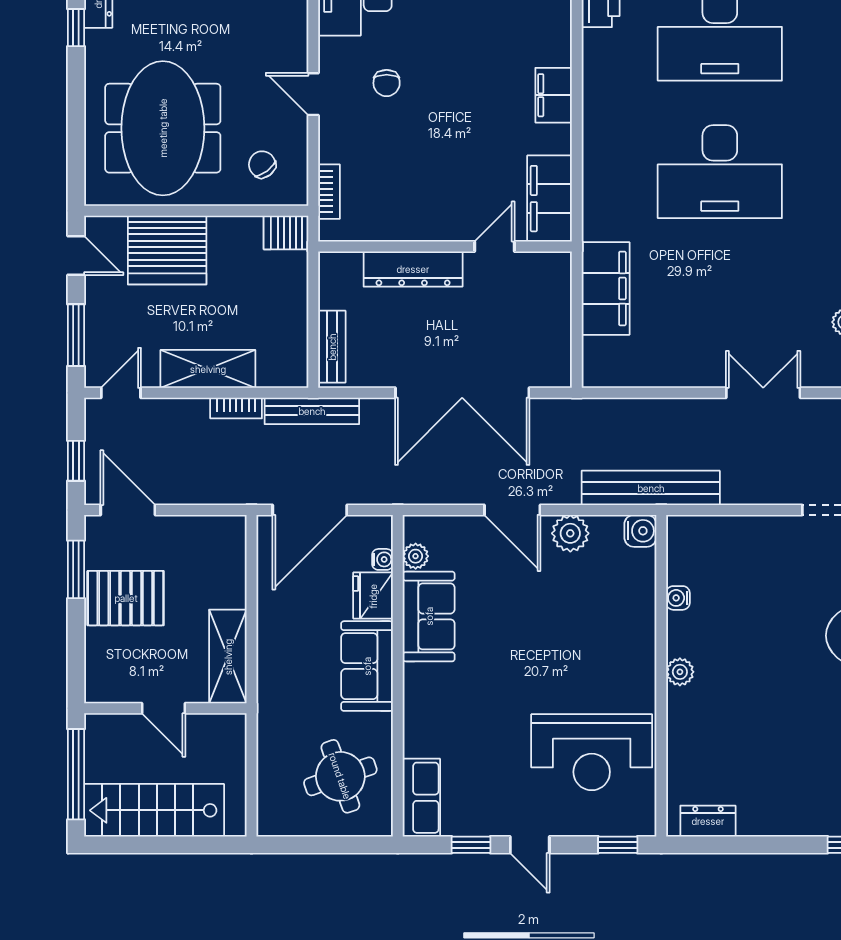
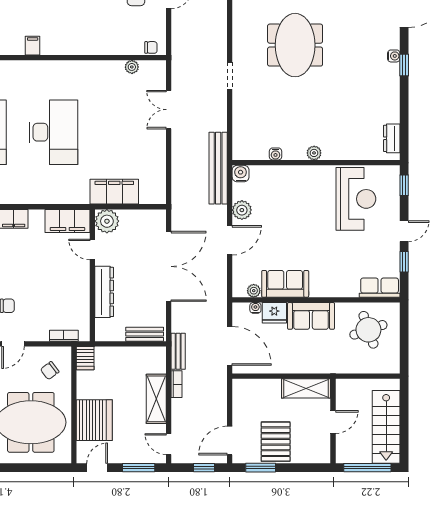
plant: (549, 274) -> (107, 221), added
bench: (312, 411) -> (178, 351), width x0.73

